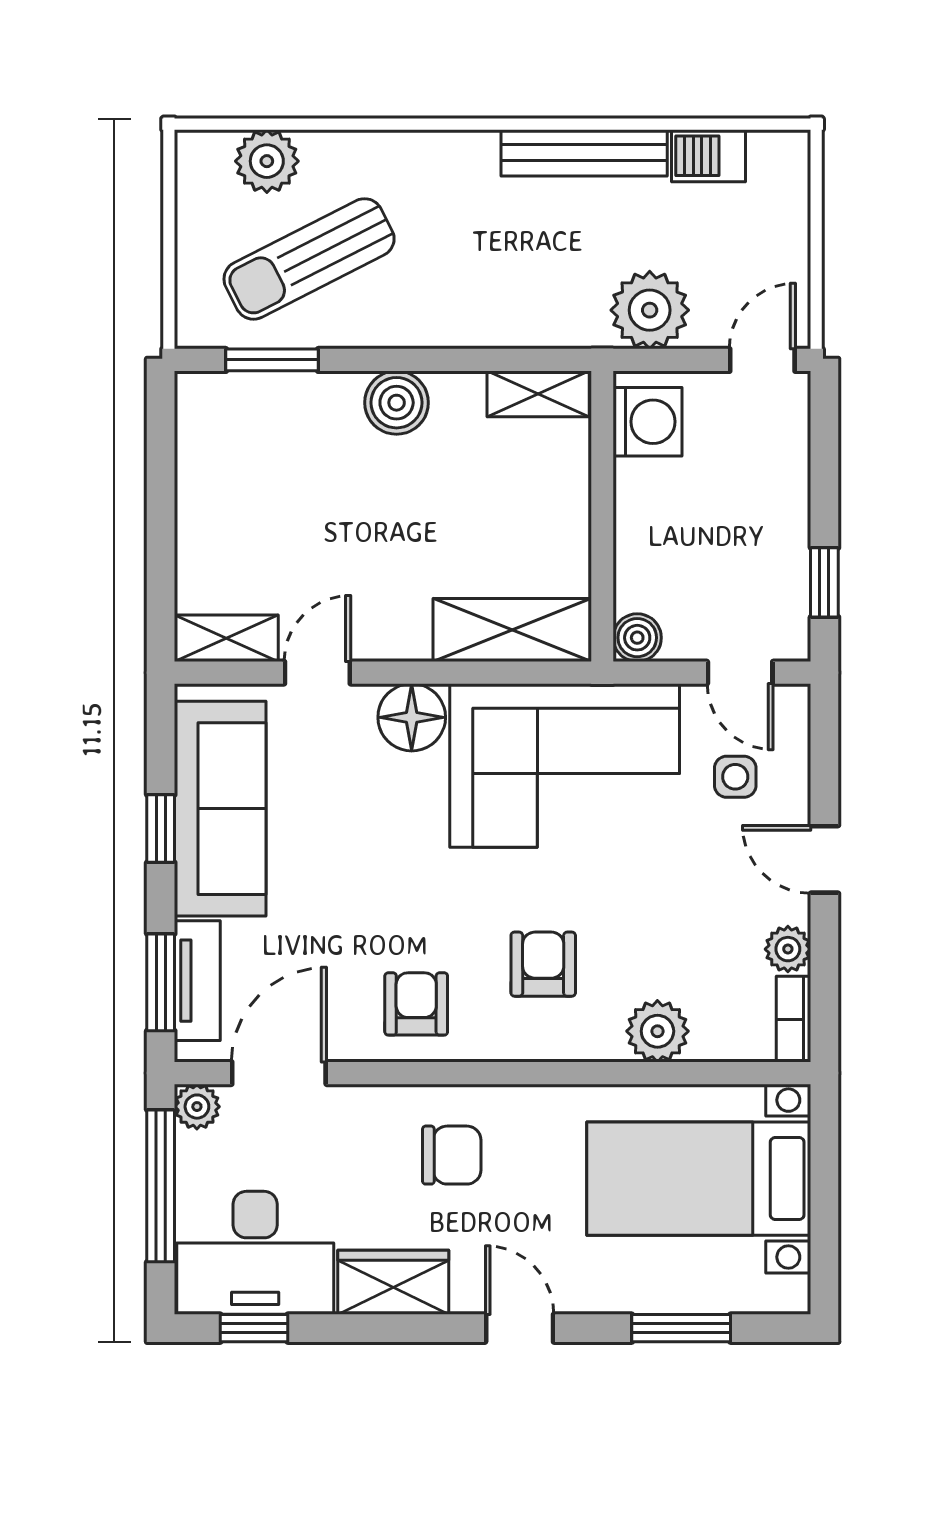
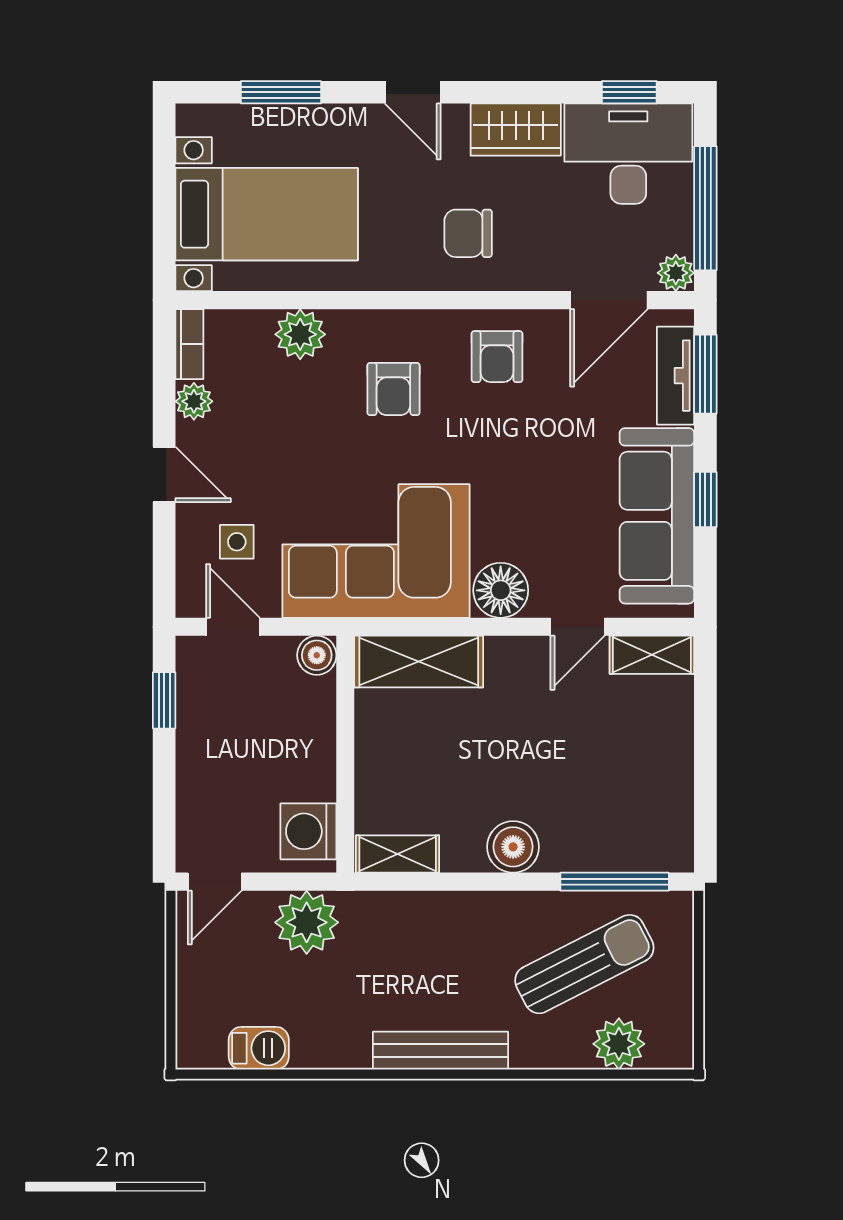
bench: (584, 153) -> (440, 1051), moved
window: (272, 360) -> (615, 882), width x1.44

